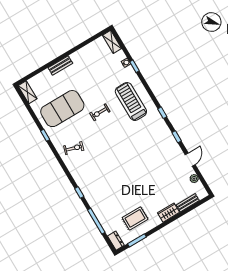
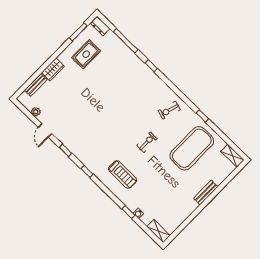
treadmill: (131, 101) -> (123, 174), width x0.73, depth x0.73
exercise bike: (100, 112) -> (147, 142), moved

